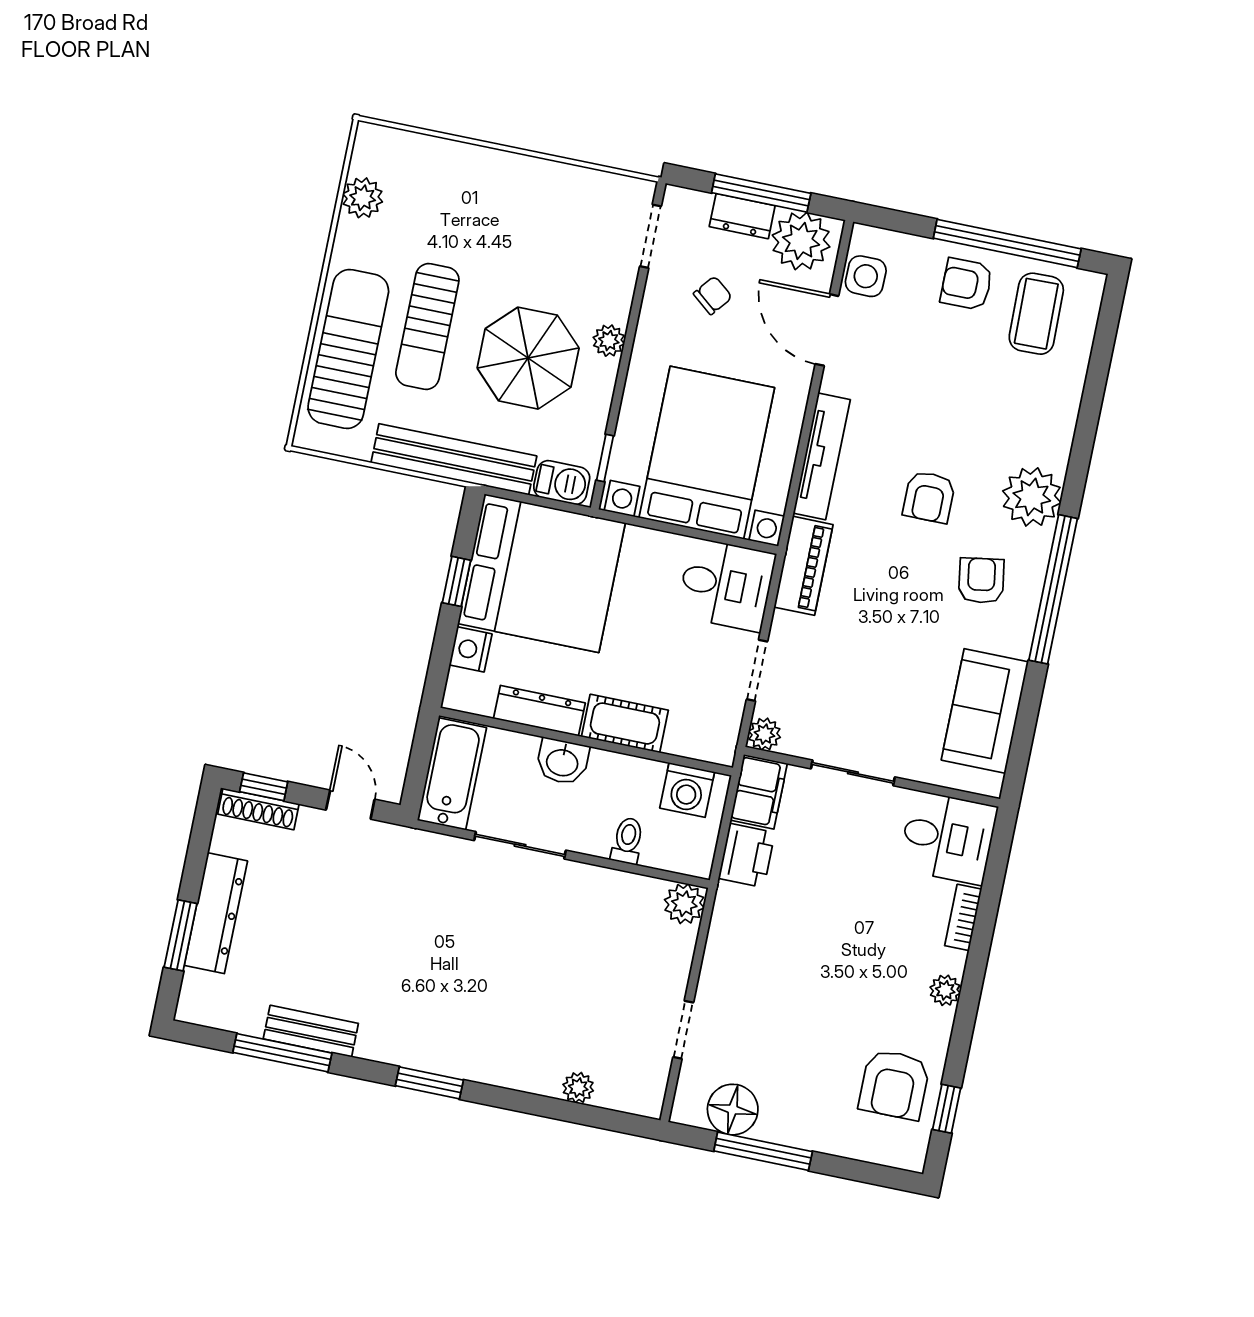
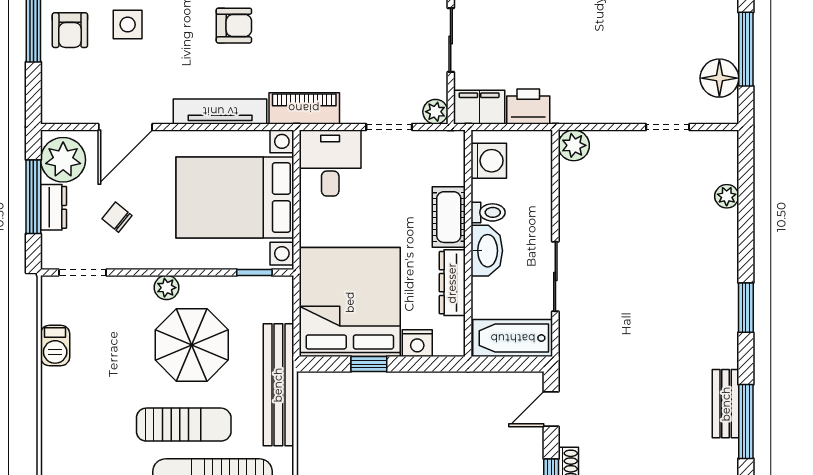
side table: (866, 276) -> (128, 25), moved
barbecue: (562, 483) -> (55, 345), moved, turned 180
washbasin: (562, 762) -> (487, 251), width x1.38
toilet: (627, 841) -> (488, 212), moved, turned 180

